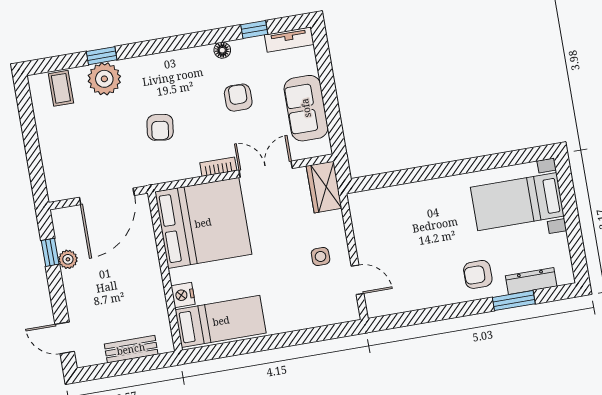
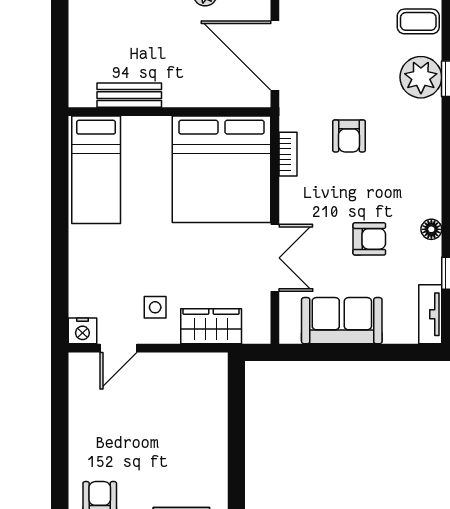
armchair: (160, 127) -> (349, 136), turned -98
bookcase: (218, 167) -> (288, 154), moved
wardrobe: (324, 187) -> (211, 326), moved
nightstand: (183, 295) -> (82, 331), moved, turned 180
bench: (131, 349) -> (129, 95), moved, turned 90

